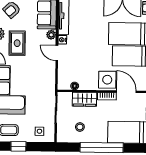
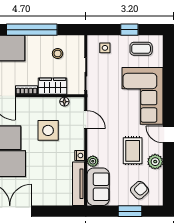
door: (57, 53) -> (86, 120), moved
side table: (107, 80) -> (48, 130), moved

